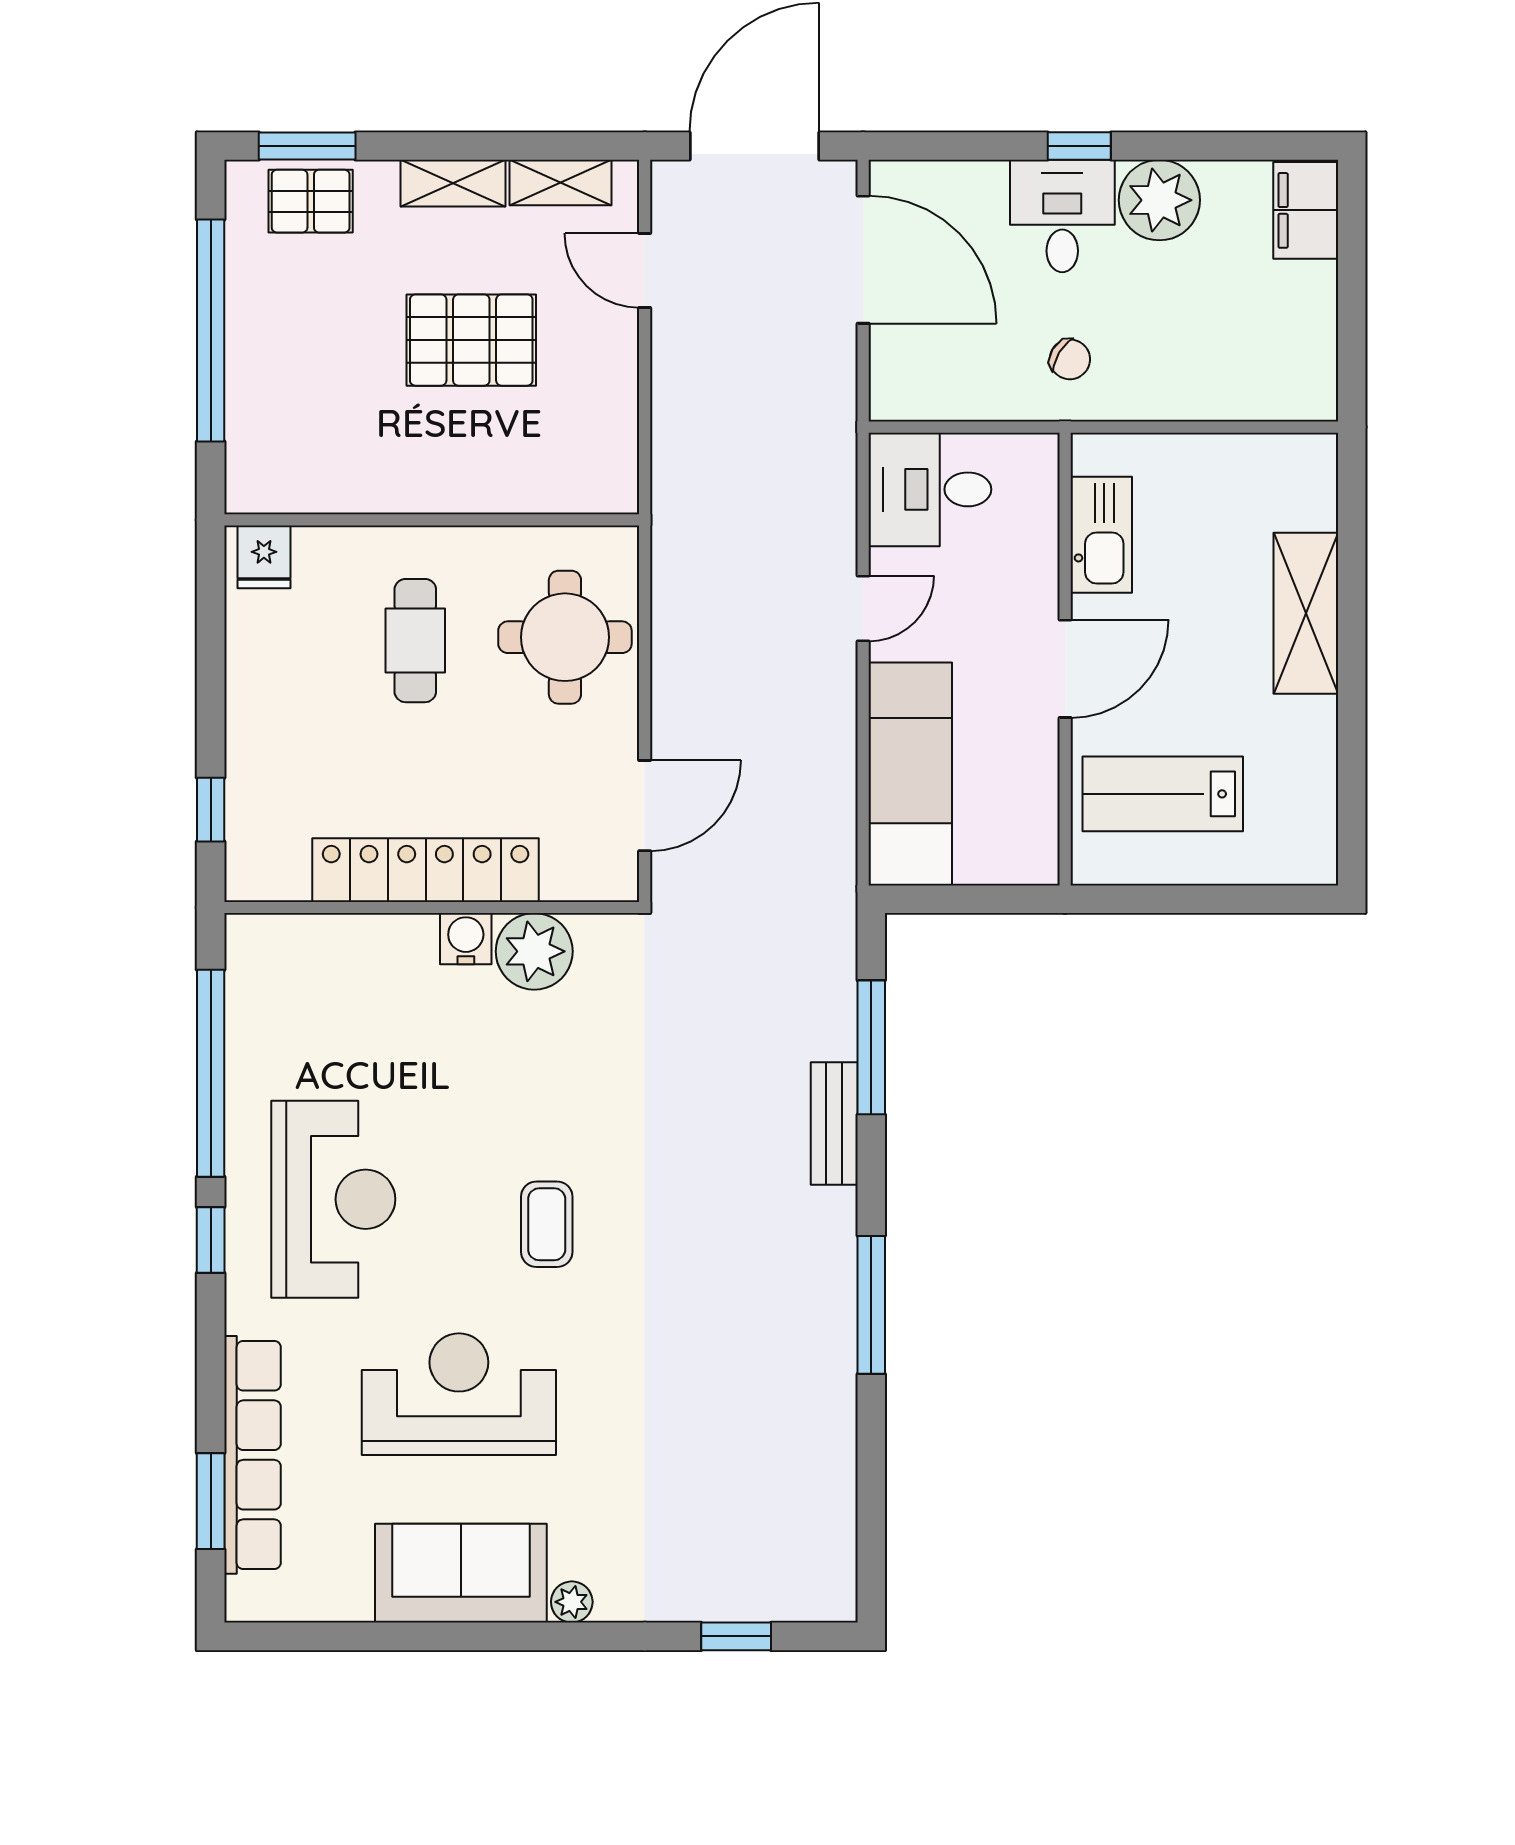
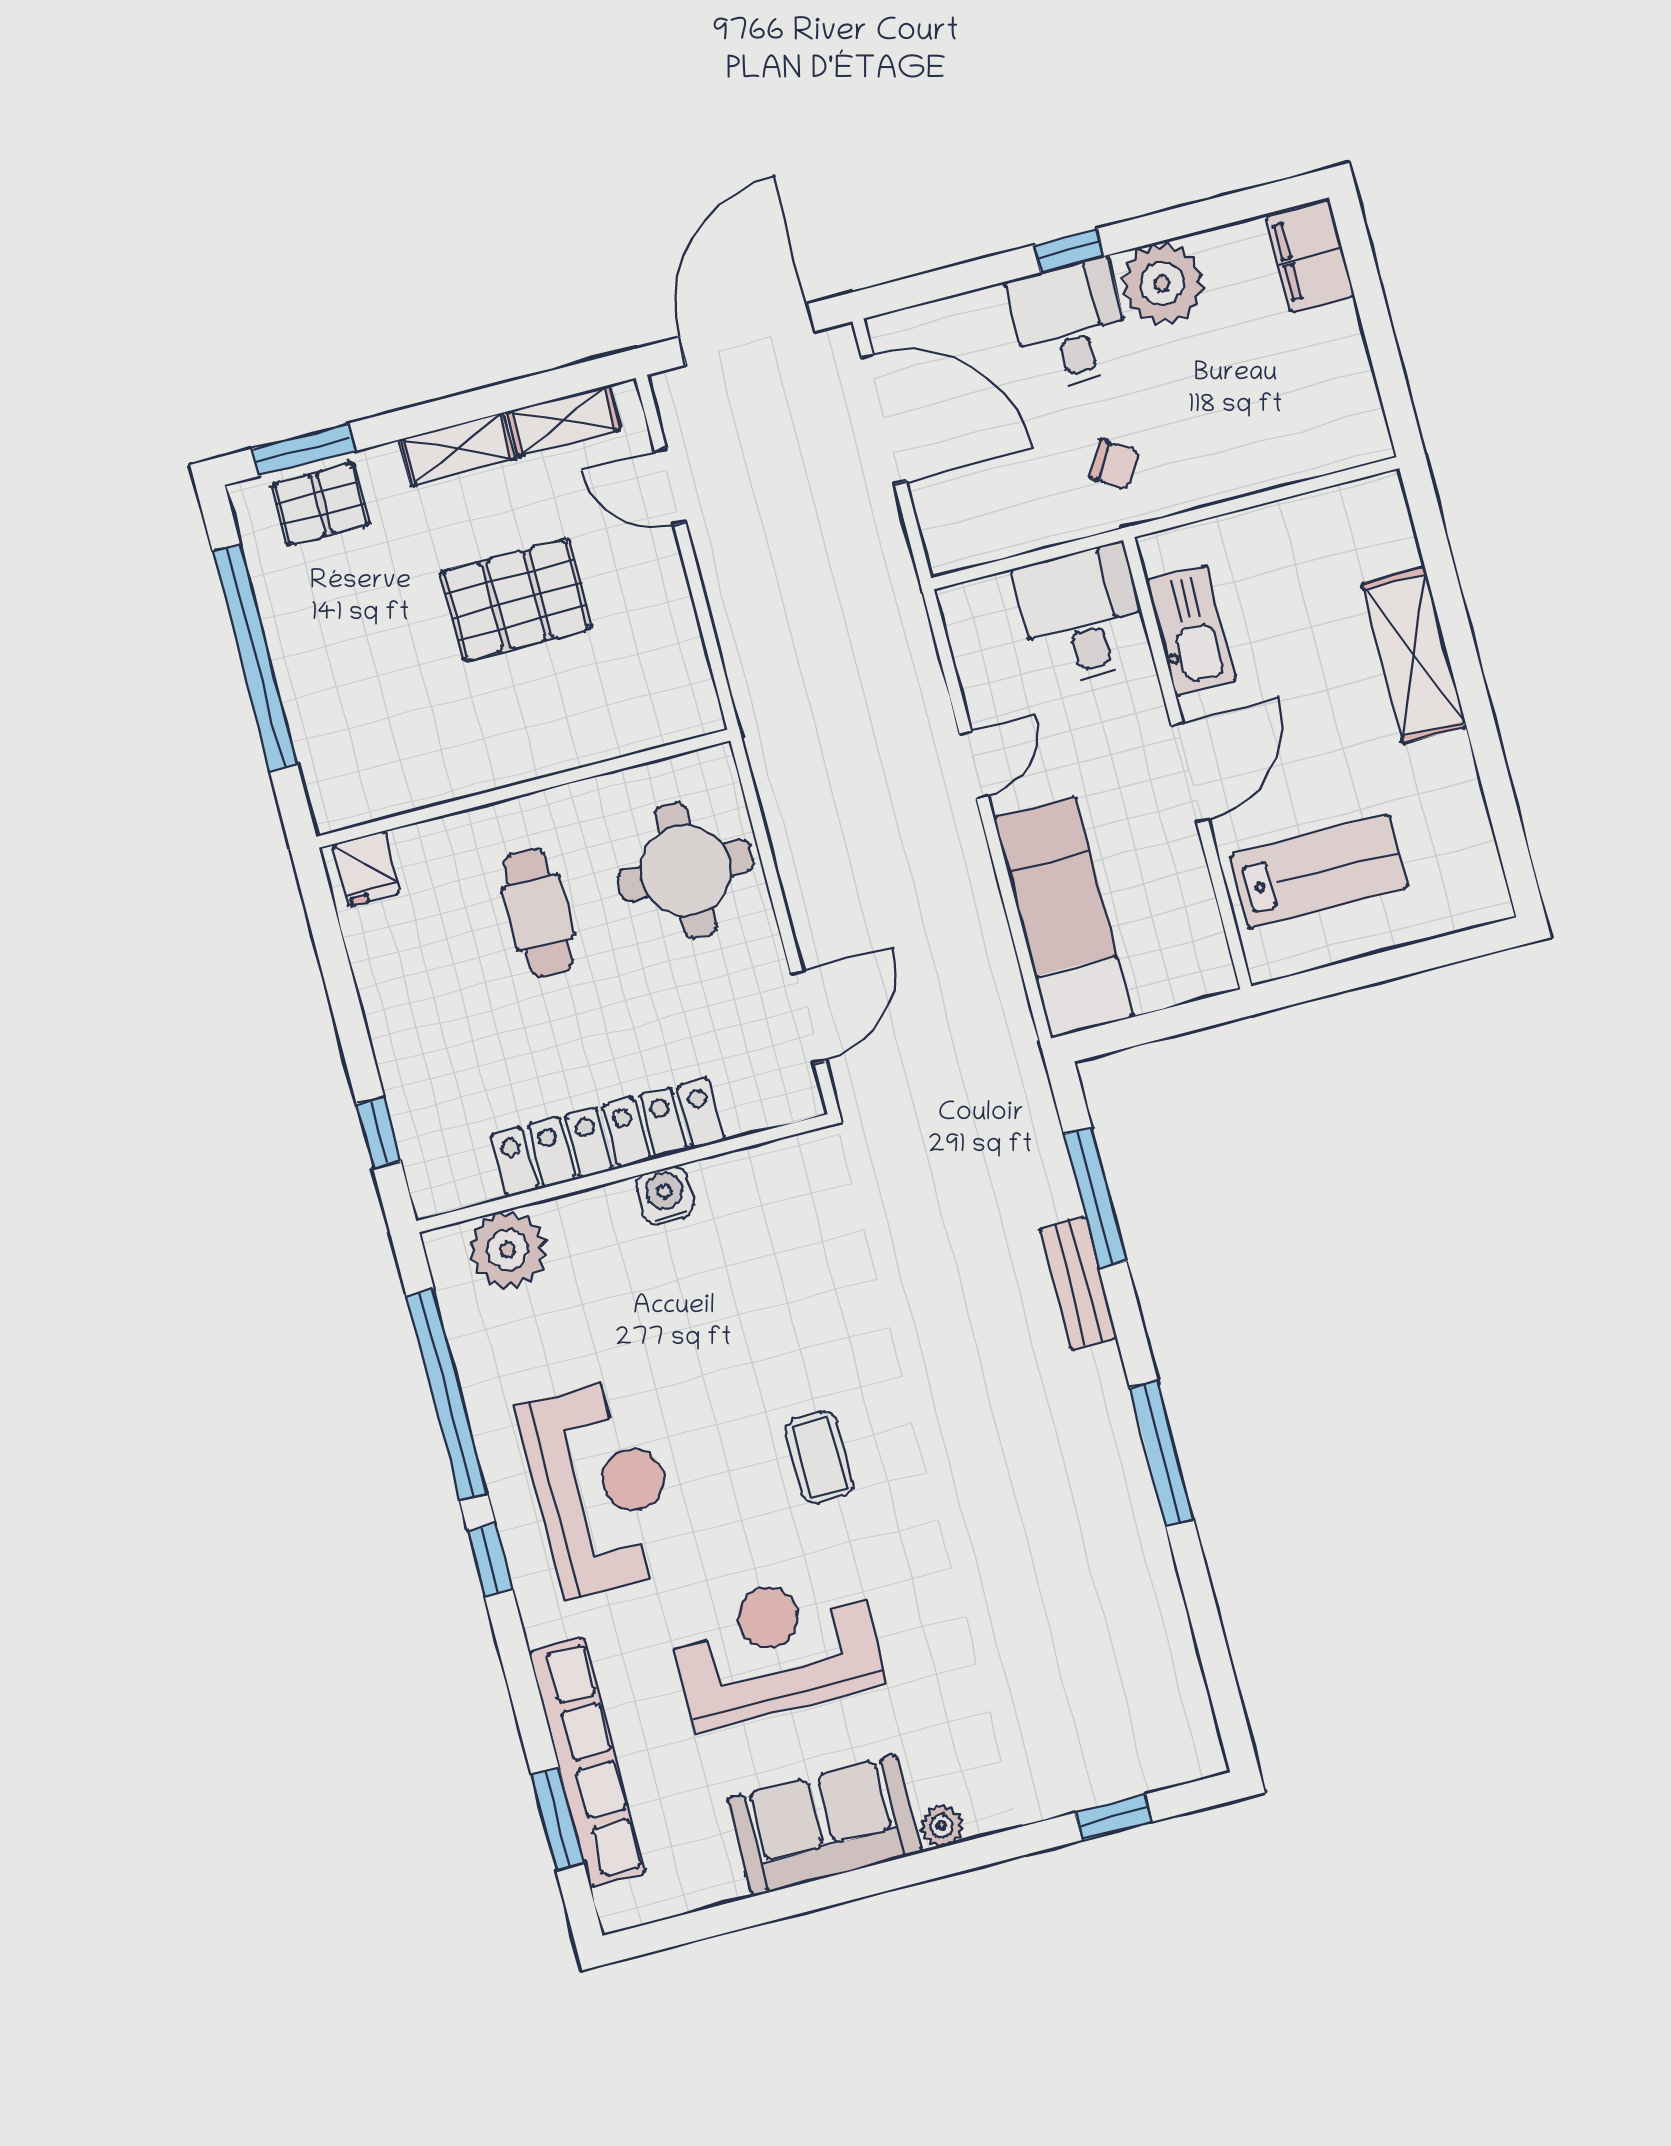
desk: (930, 489) -> (1083, 615), moved, turned 90
lab bench: (1163, 794) -> (1319, 872), turned 180
plant: (534, 951) -> (508, 1250), moved

